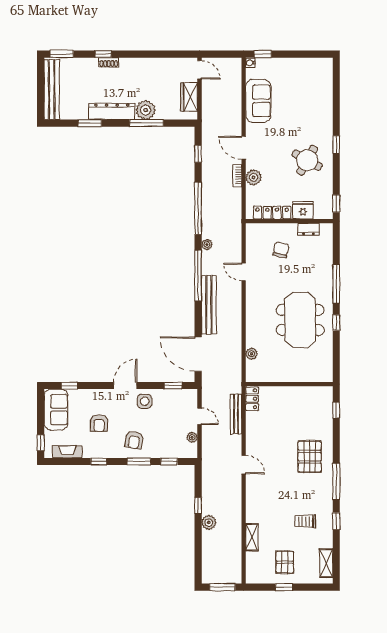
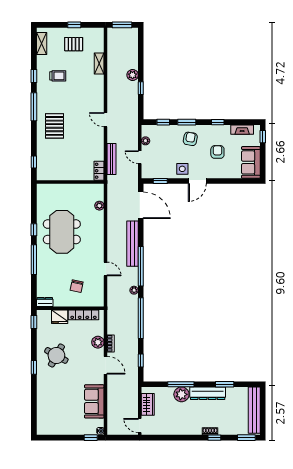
dresser: (308, 229) -> (45, 302), moved
window: (69, 386) -> (241, 181), removed
pallet: (285, 562) -> (74, 44), turned 90

